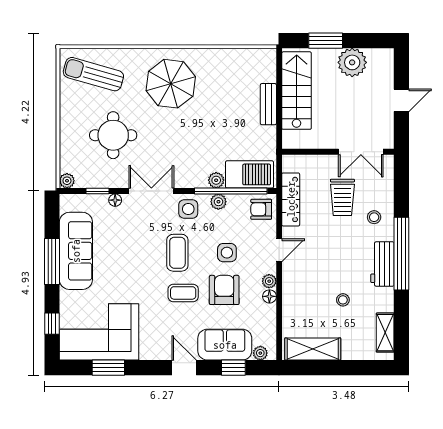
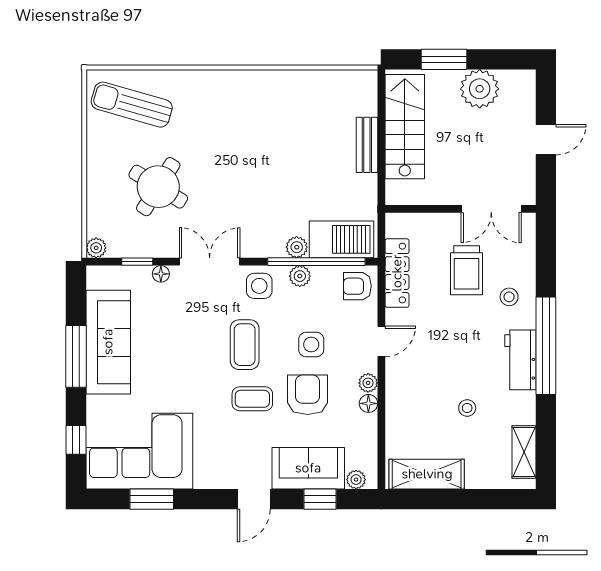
parasol: (171, 84) -> (236, 117), removed
round table: (113, 135) -> (158, 187), turned 32
door: (184, 368) -> (254, 499), swing flipped

